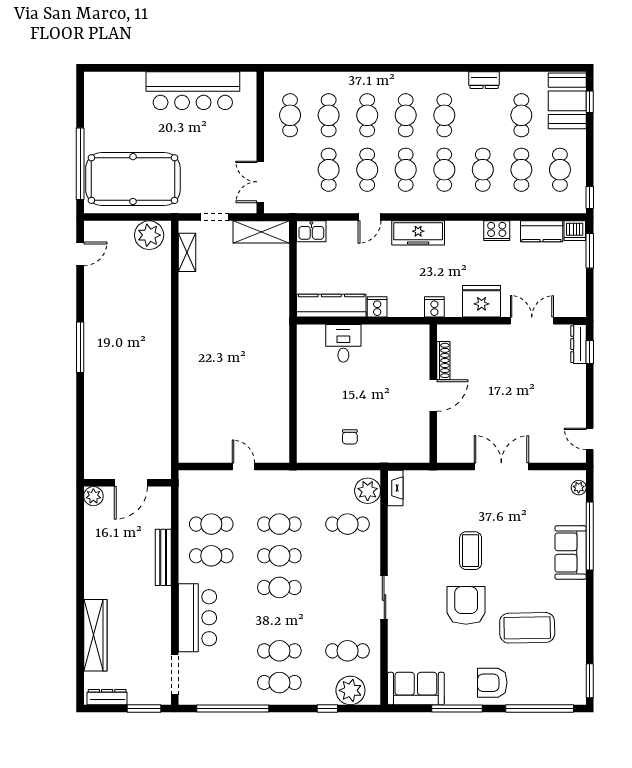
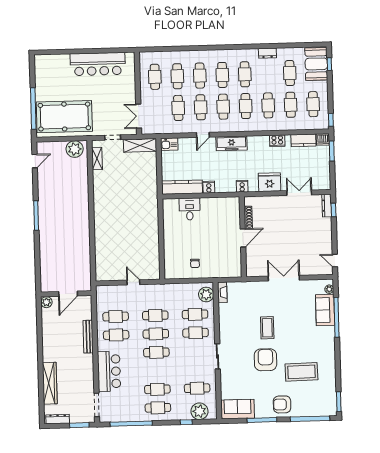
sofa: (571, 553) -> (325, 310), moved
cafe table: (348, 556) -> (196, 333), added

